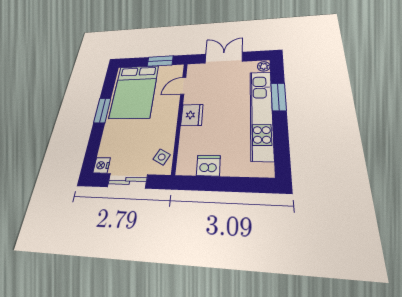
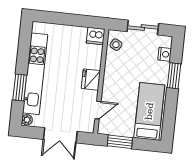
bed: (134, 91) -> (149, 111), width x0.67
window: (102, 111) -> (174, 76), moved
nightstand: (102, 165) -> (165, 54), moved
dishwasher: (208, 166) -> (96, 36), moved

